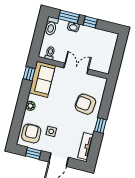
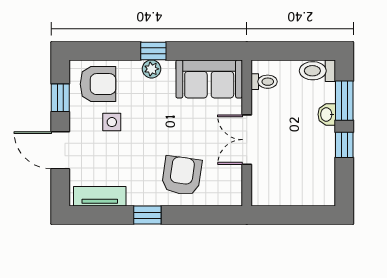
double door: (76, 69) -> (247, 140), swing flipped
window: (29, 74) -> (153, 51), moved

